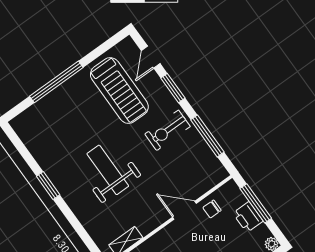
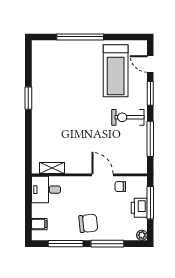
door: (151, 57) -> (150, 64), hinge flipped
weight bench: (108, 170) -> (73, 115), removed

